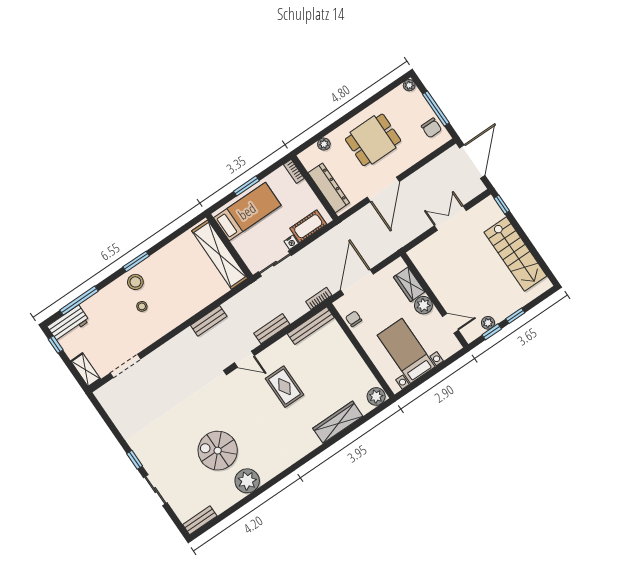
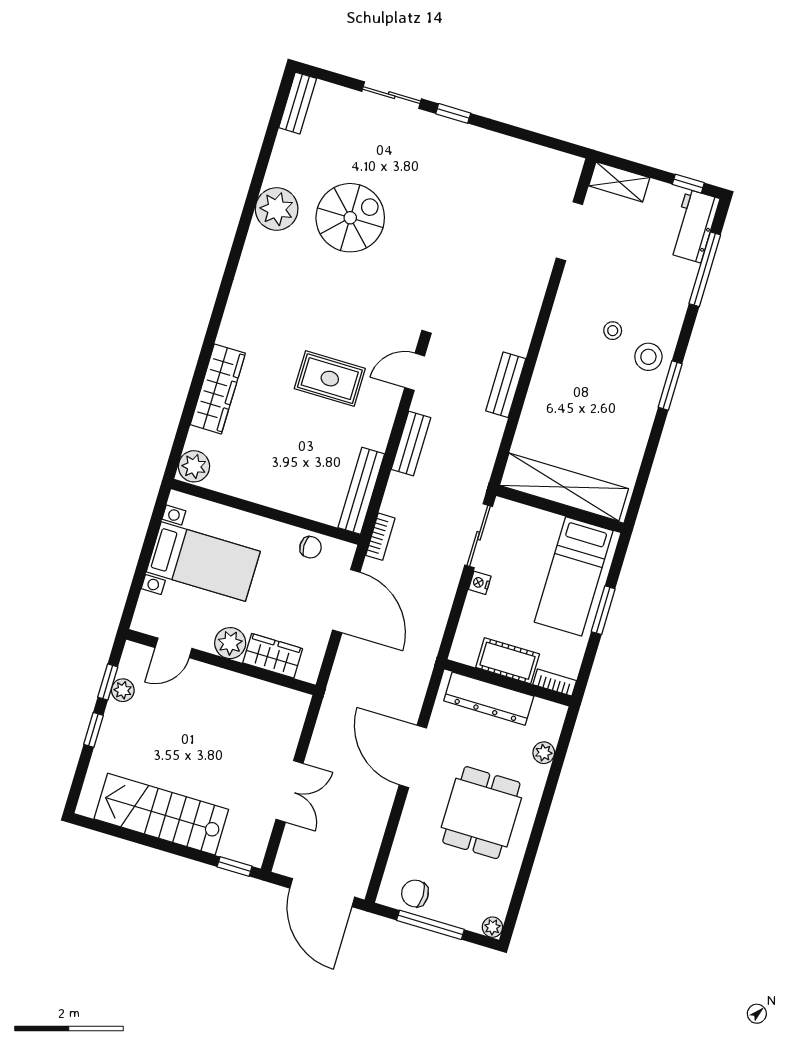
cot: (308, 226) -> (508, 661), moved, turned 90

